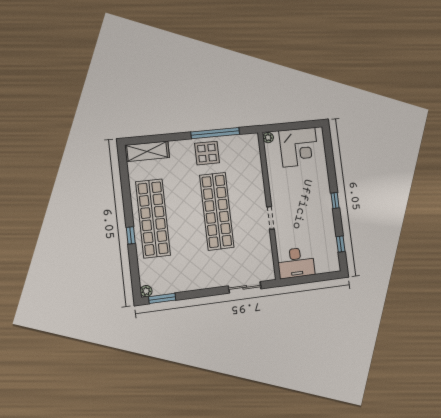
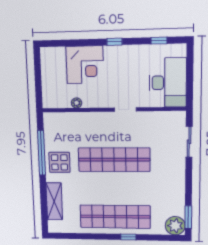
plant: (268, 138) -> (77, 103), moved
corner desk: (299, 147) -> (85, 65), moved, turned 90
shelving: (147, 151) -> (54, 201), moved
desk: (296, 263) -> (168, 83), width x1.36, depth x1.30
plant: (146, 291) -> (175, 226), width x1.88, depth x1.88

